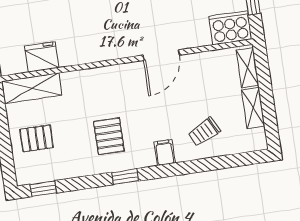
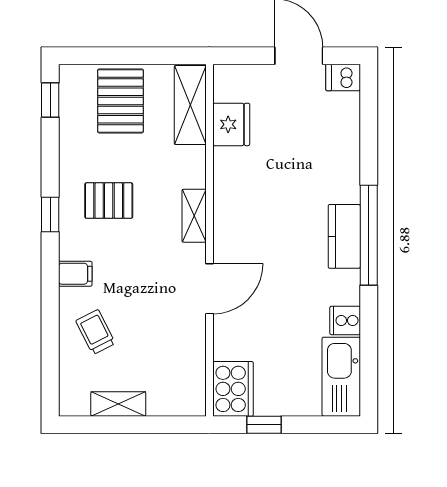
door: (161, 55) -> (209, 289), swing flipped
shelving: (247, 68) -> (194, 216), moved, turned 90
pallet: (37, 138) -> (120, 101), width x1.50, depth x1.42

